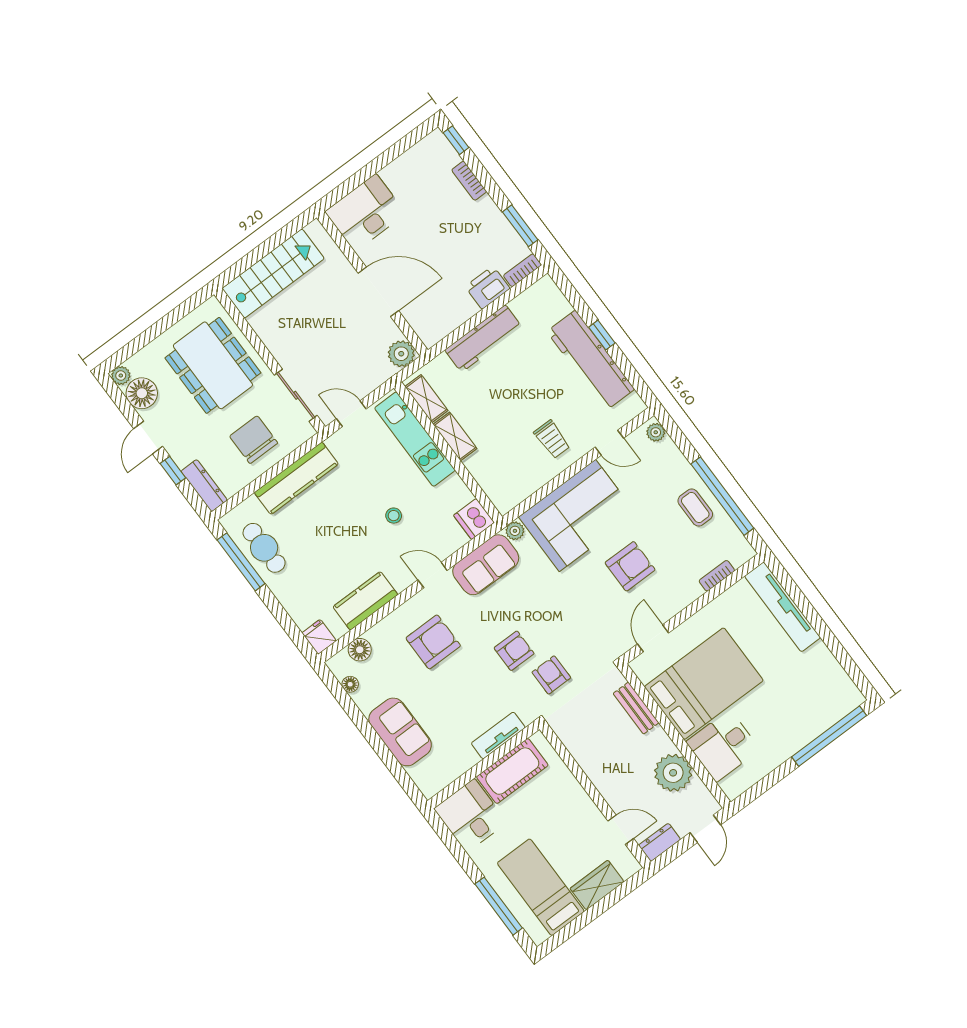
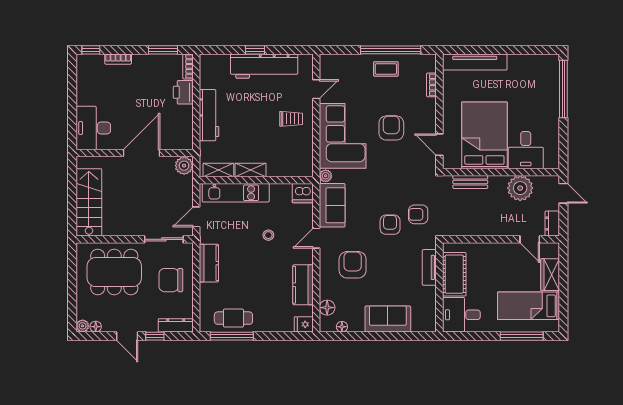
floor lamp: (142, 393) -> (96, 327), width x0.53, depth x0.53
plant: (656, 432) -> (329, 60), removed
kitchen counter: (296, 478) -> (209, 263), width x0.67
door: (621, 830) -> (530, 239), swing flipped

